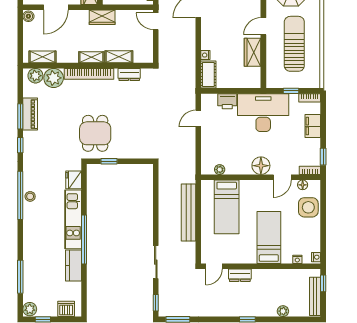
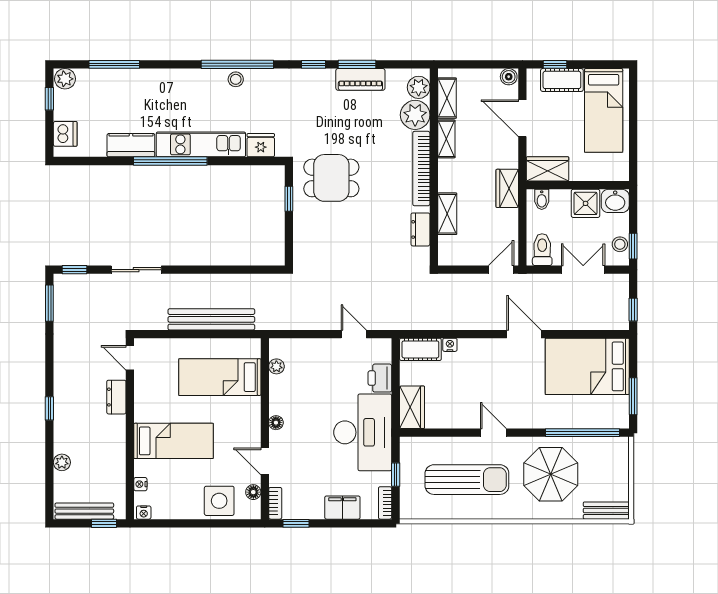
wardrobe: (253, 52) -> (412, 407), moved, turned 90
shelving: (91, 57) -> (446, 139), moved
floor lamp: (261, 166) -> (276, 423), width x0.53, depth x0.53

